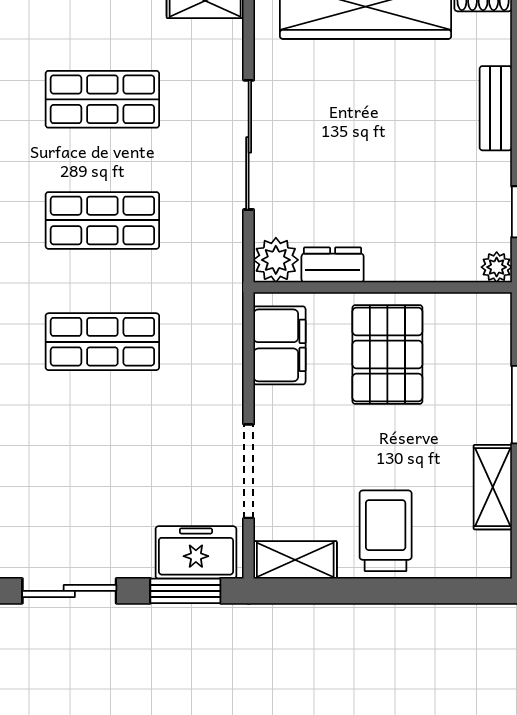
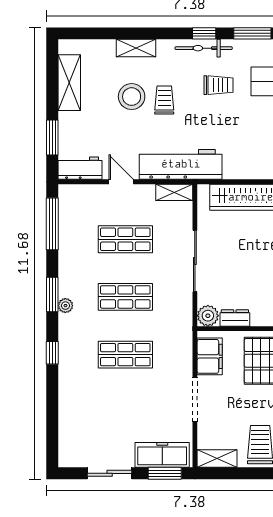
doorway: (249, 471) -> (195, 400), moved
freezer: (196, 552) -> (162, 455), width x1.40

